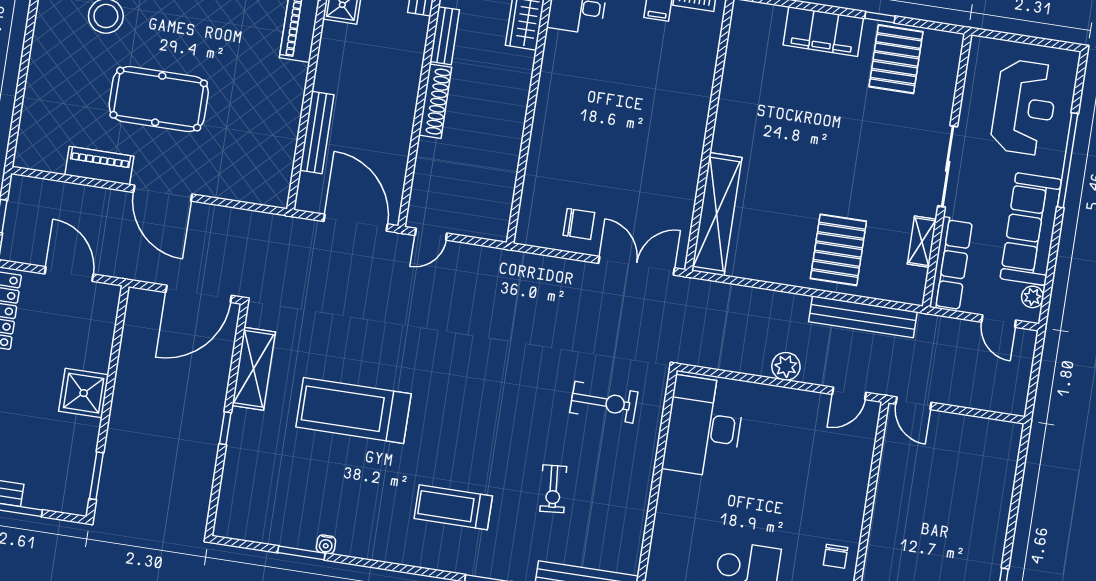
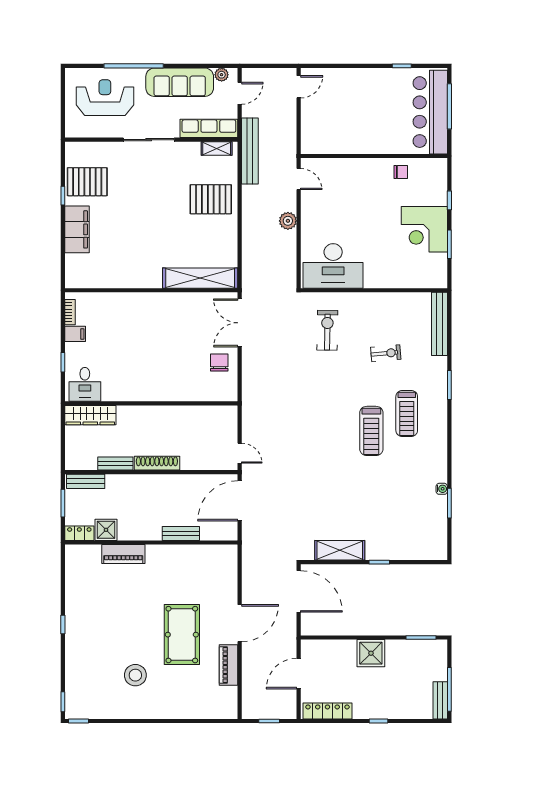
bench: (317, 133) -> (181, 534), width x0.73
shelving: (922, 242) -> (217, 148), moved
bench: (863, 317) -> (250, 151), moved
door: (913, 403) -> (299, 87), moved
treadmill: (353, 410) -> (371, 431), moved, width x0.73, depth x0.73

